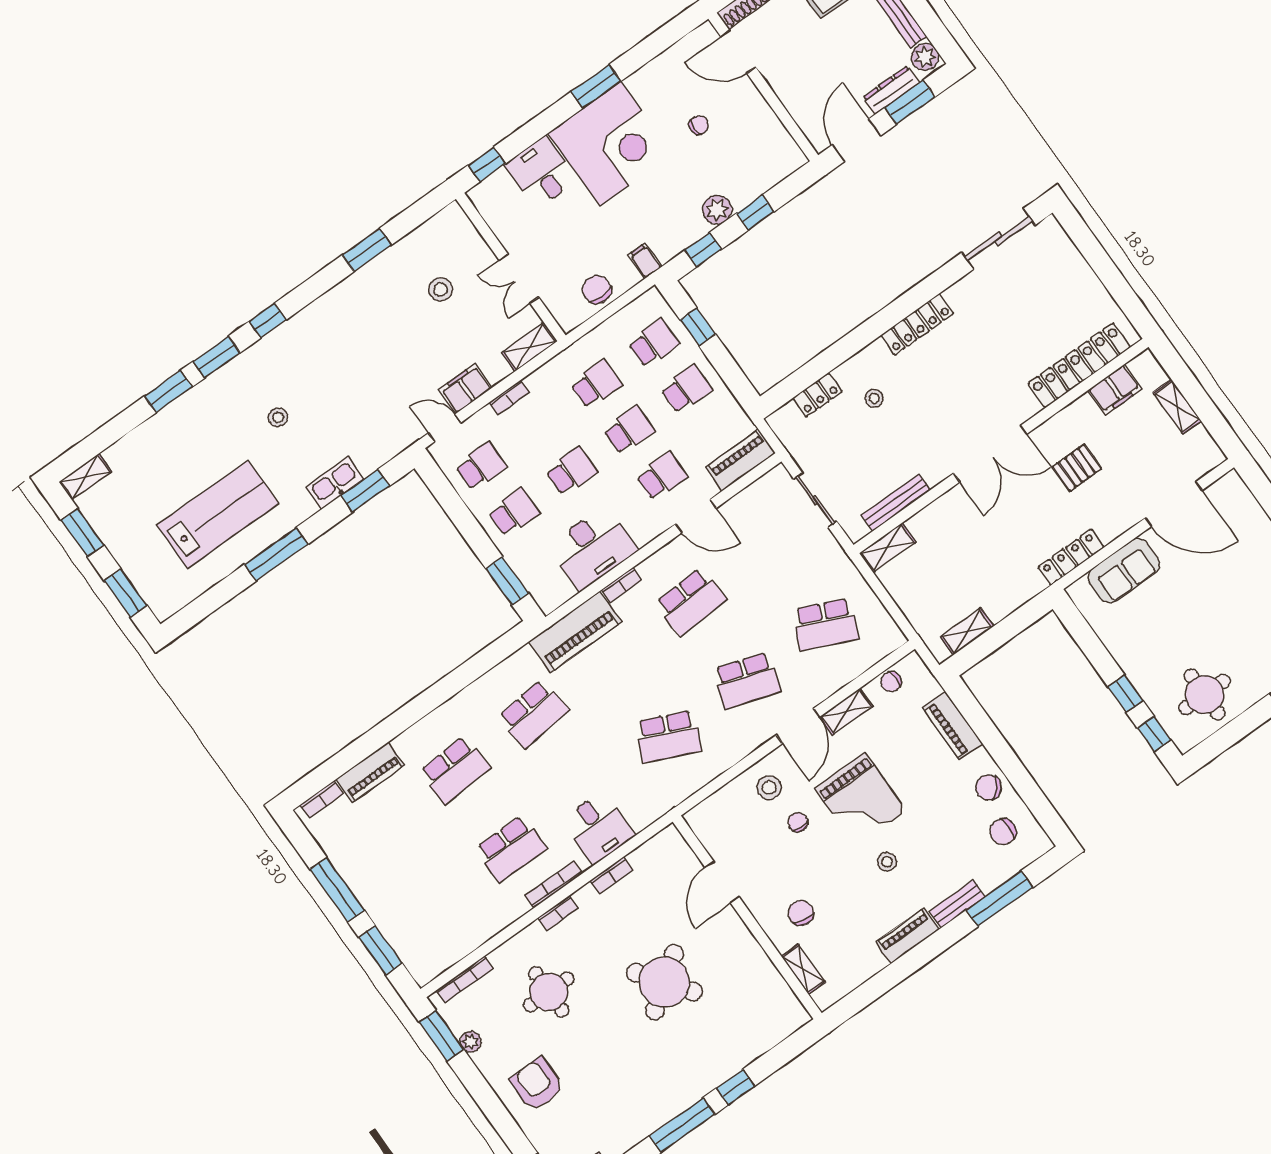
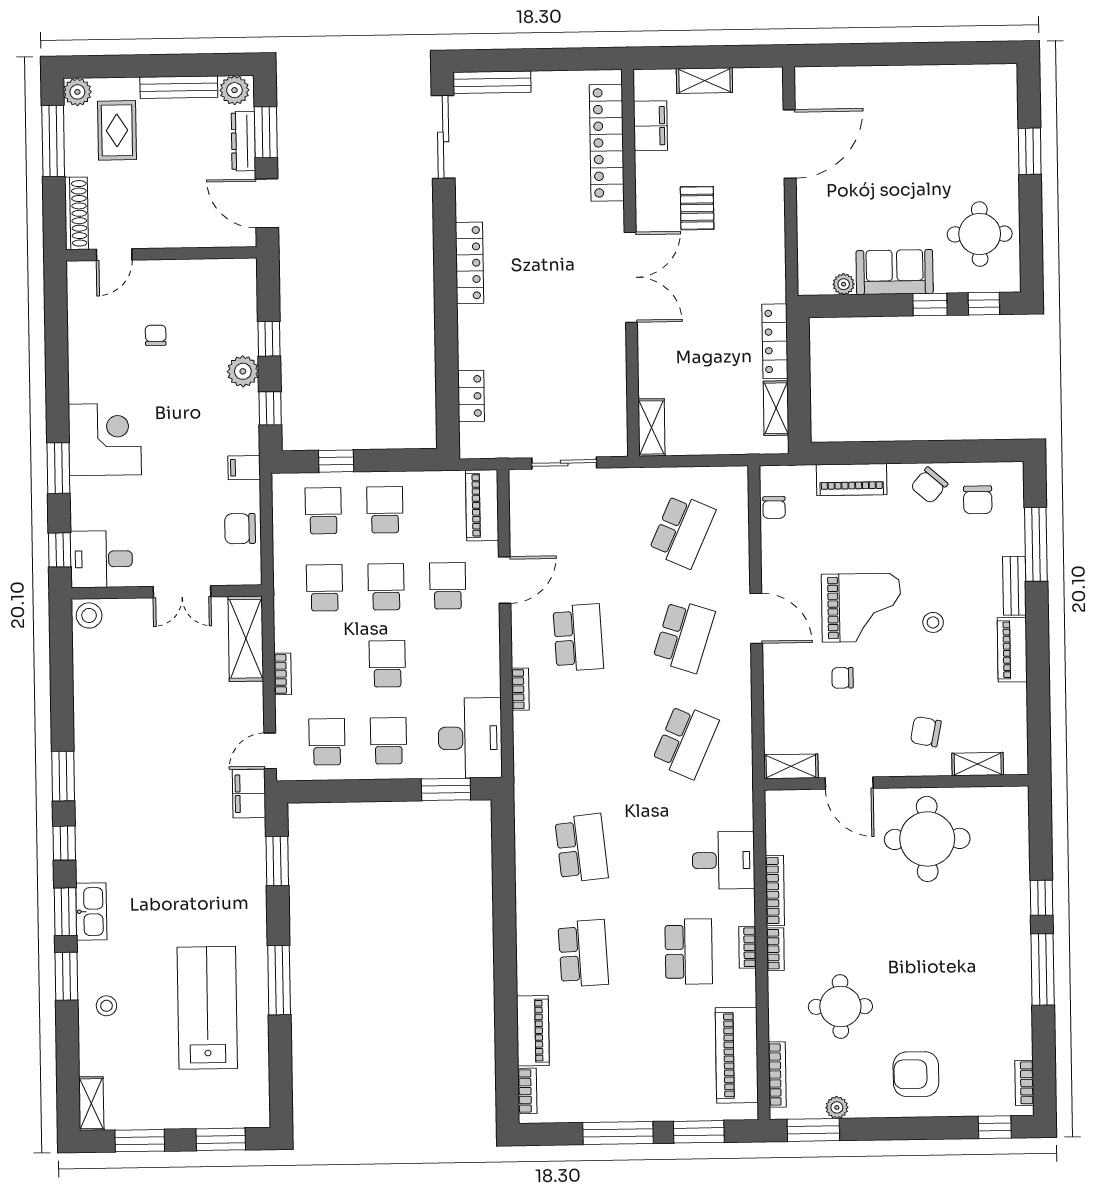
door: (738, 52) -> (114, 255), width x0.73
window: (596, 87) -> (58, 468), moved
corner desk: (610, 144) -> (105, 439), width x0.74, depth x0.74
desk: (541, 172) -> (101, 559), moved
window: (367, 250) -> (63, 776), moved
stool: (441, 290) -> (89, 615), moved
shelving: (530, 347) -> (246, 639), width x1.50, depth x1.33
filing cabinet: (465, 389) -> (249, 794), moved
stool: (874, 398) -> (509, 347), removed
stool: (278, 417) -> (106, 1006), moved
kitchen sink: (335, 483) -> (91, 912), moved, turned 180
bench: (896, 503) -> (492, 82), moved, turned 90
desk: (593, 548) -> (470, 738), moved
locker: (1071, 557) -> (775, 341), moved
sofa: (1124, 571) -> (895, 272), moved, turned -90
plant: (1096, 618) -> (844, 284), added
piano: (575, 632) -> (737, 1055), moved, turned 180
shelving: (846, 711) -> (791, 766), moved, turned 90
stool: (769, 788) -> (794, 682), removed
bookcase: (612, 875) -> (775, 891), width x1.56
bookcase: (554, 885) -> (748, 947), width x0.64
round table: (664, 982) -> (927, 839), moved, turned 36

